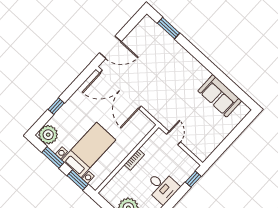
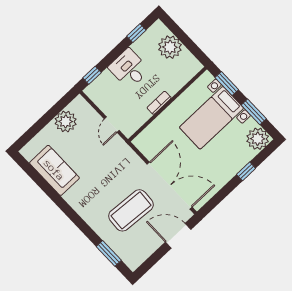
coffee table: (152, 66) -> (131, 210), added
plant: (213, 138) -> (66, 121), added

